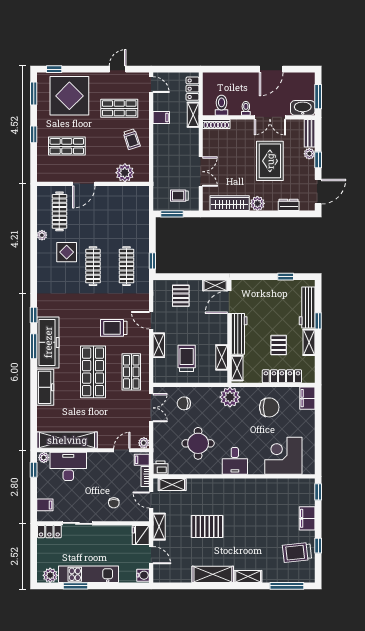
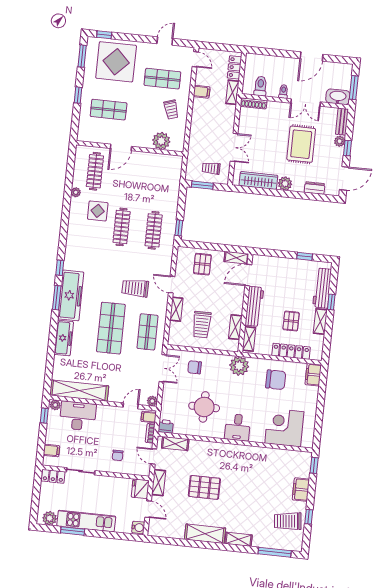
trolley: (187, 358) -> (202, 325), turned 180

